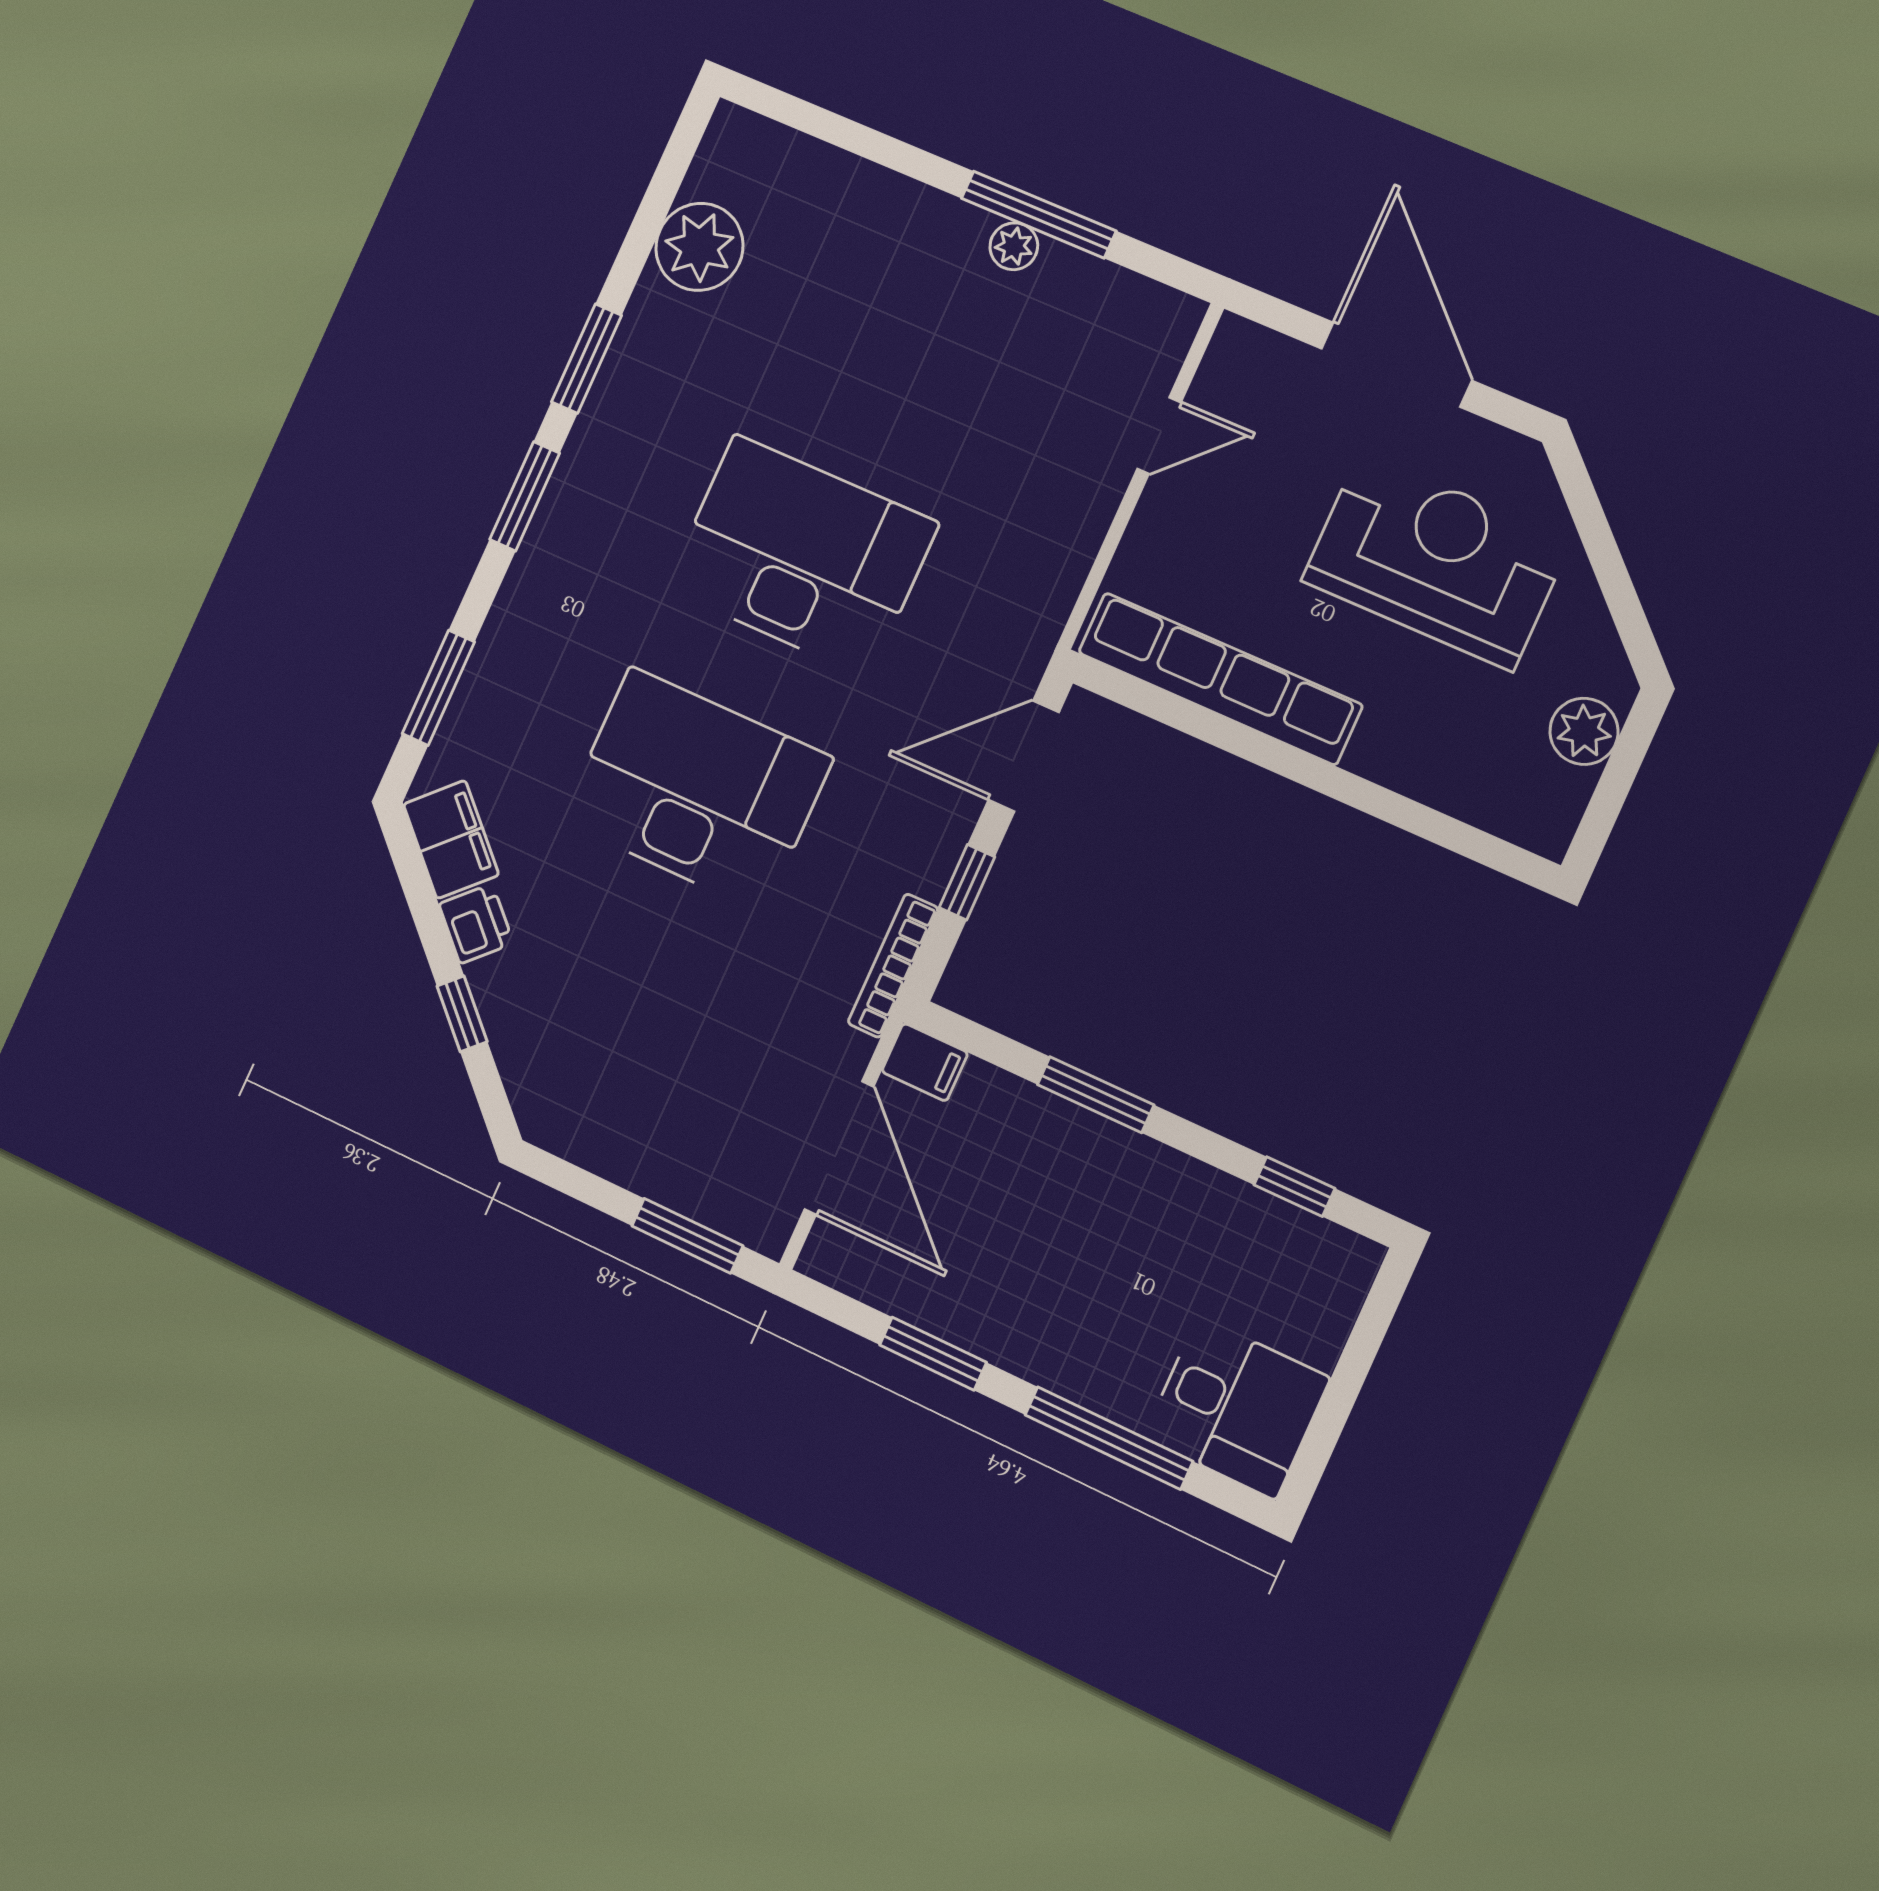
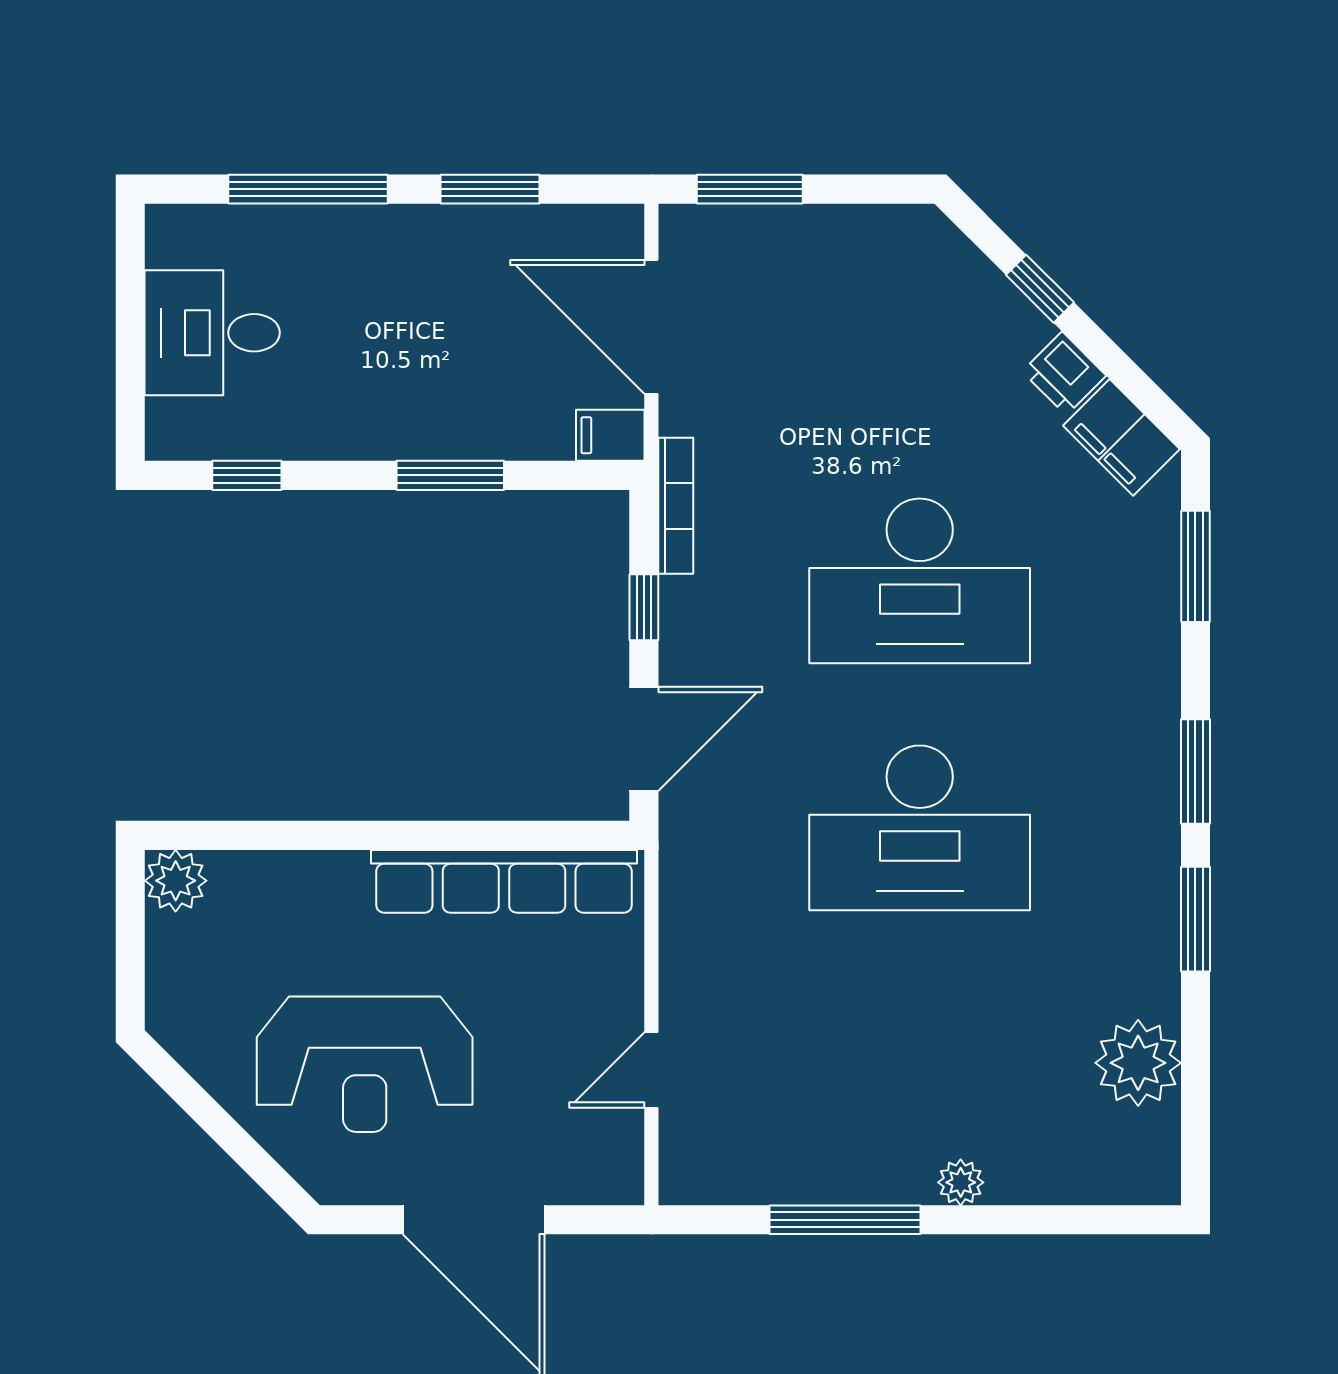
plant: (1014, 246) -> (961, 1182), moved
plant: (1584, 731) -> (176, 881), moved
desk: (1237, 1408) -> (212, 333), moved

